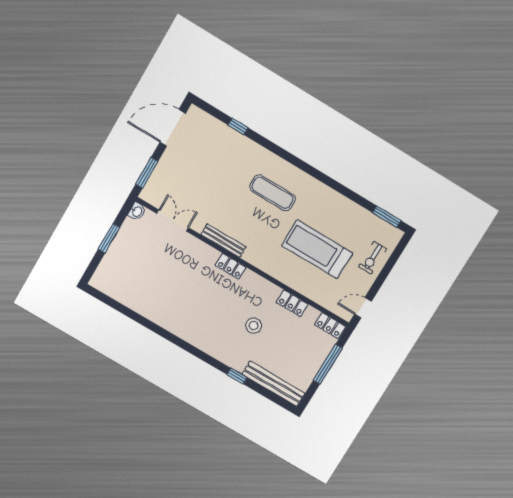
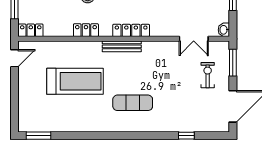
bench: (223, 241) -> (122, 46), moved
exercise bike: (373, 258) -> (208, 75), moved
locker: (231, 266) -> (131, 30), width x1.53
locker: (292, 303) -> (86, 30), moved

